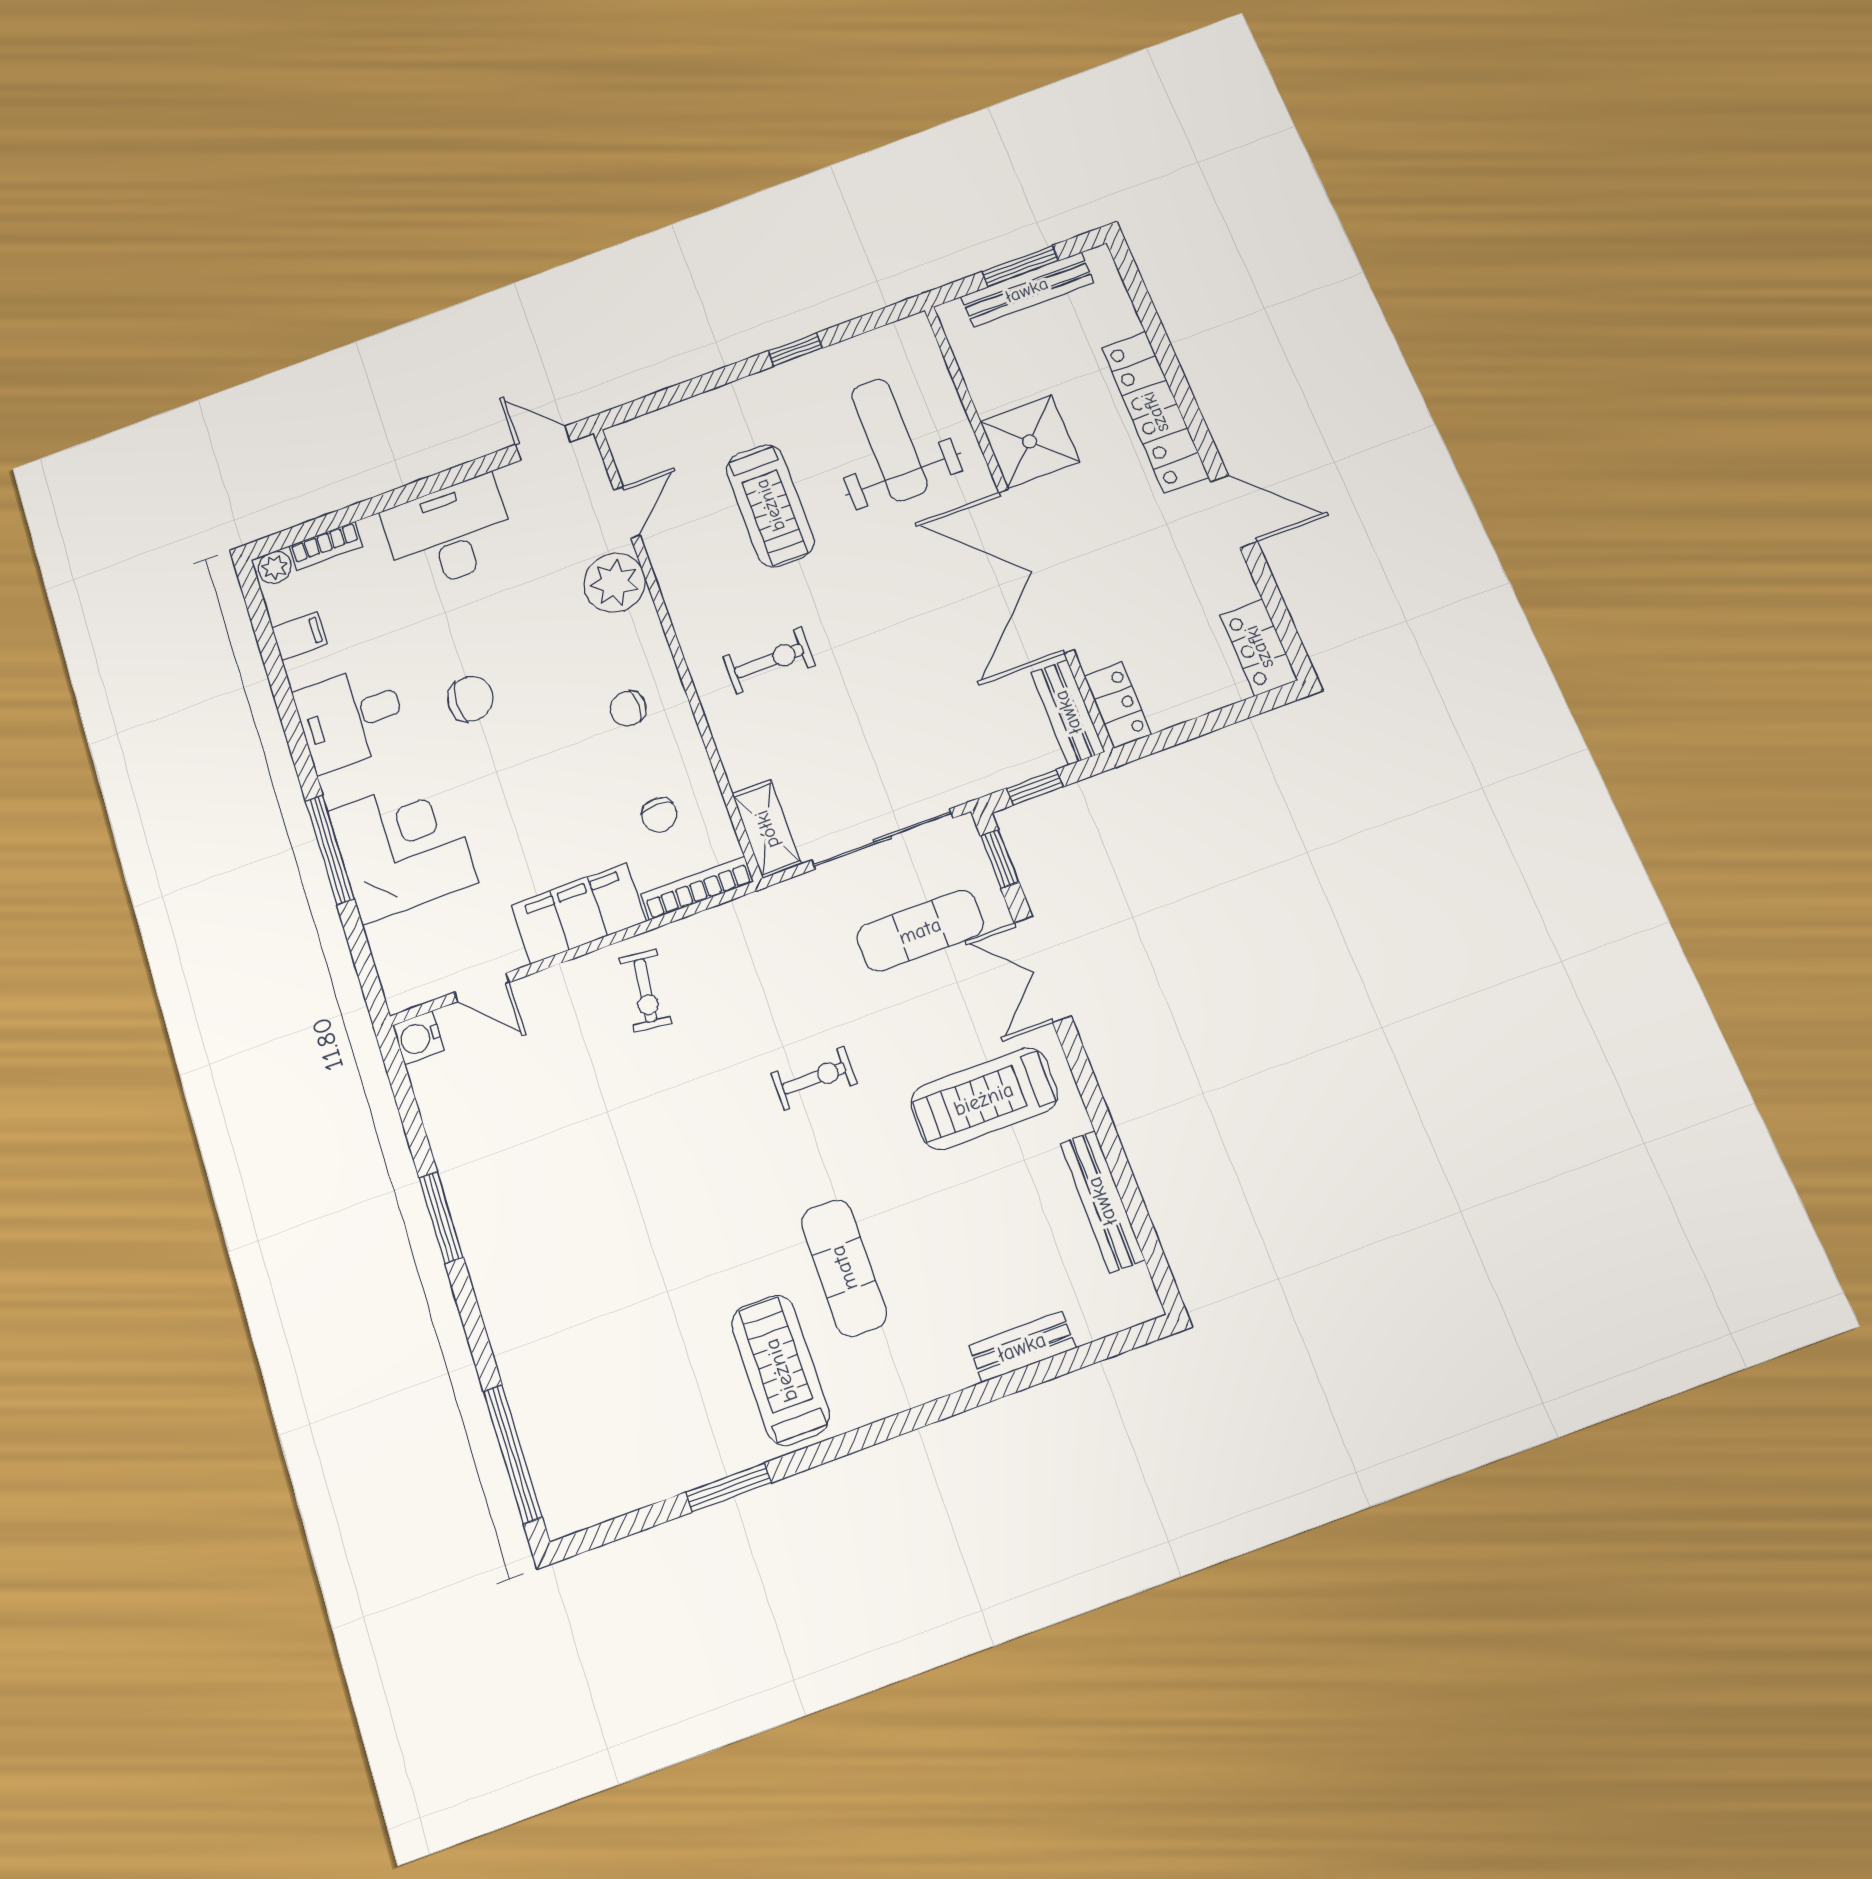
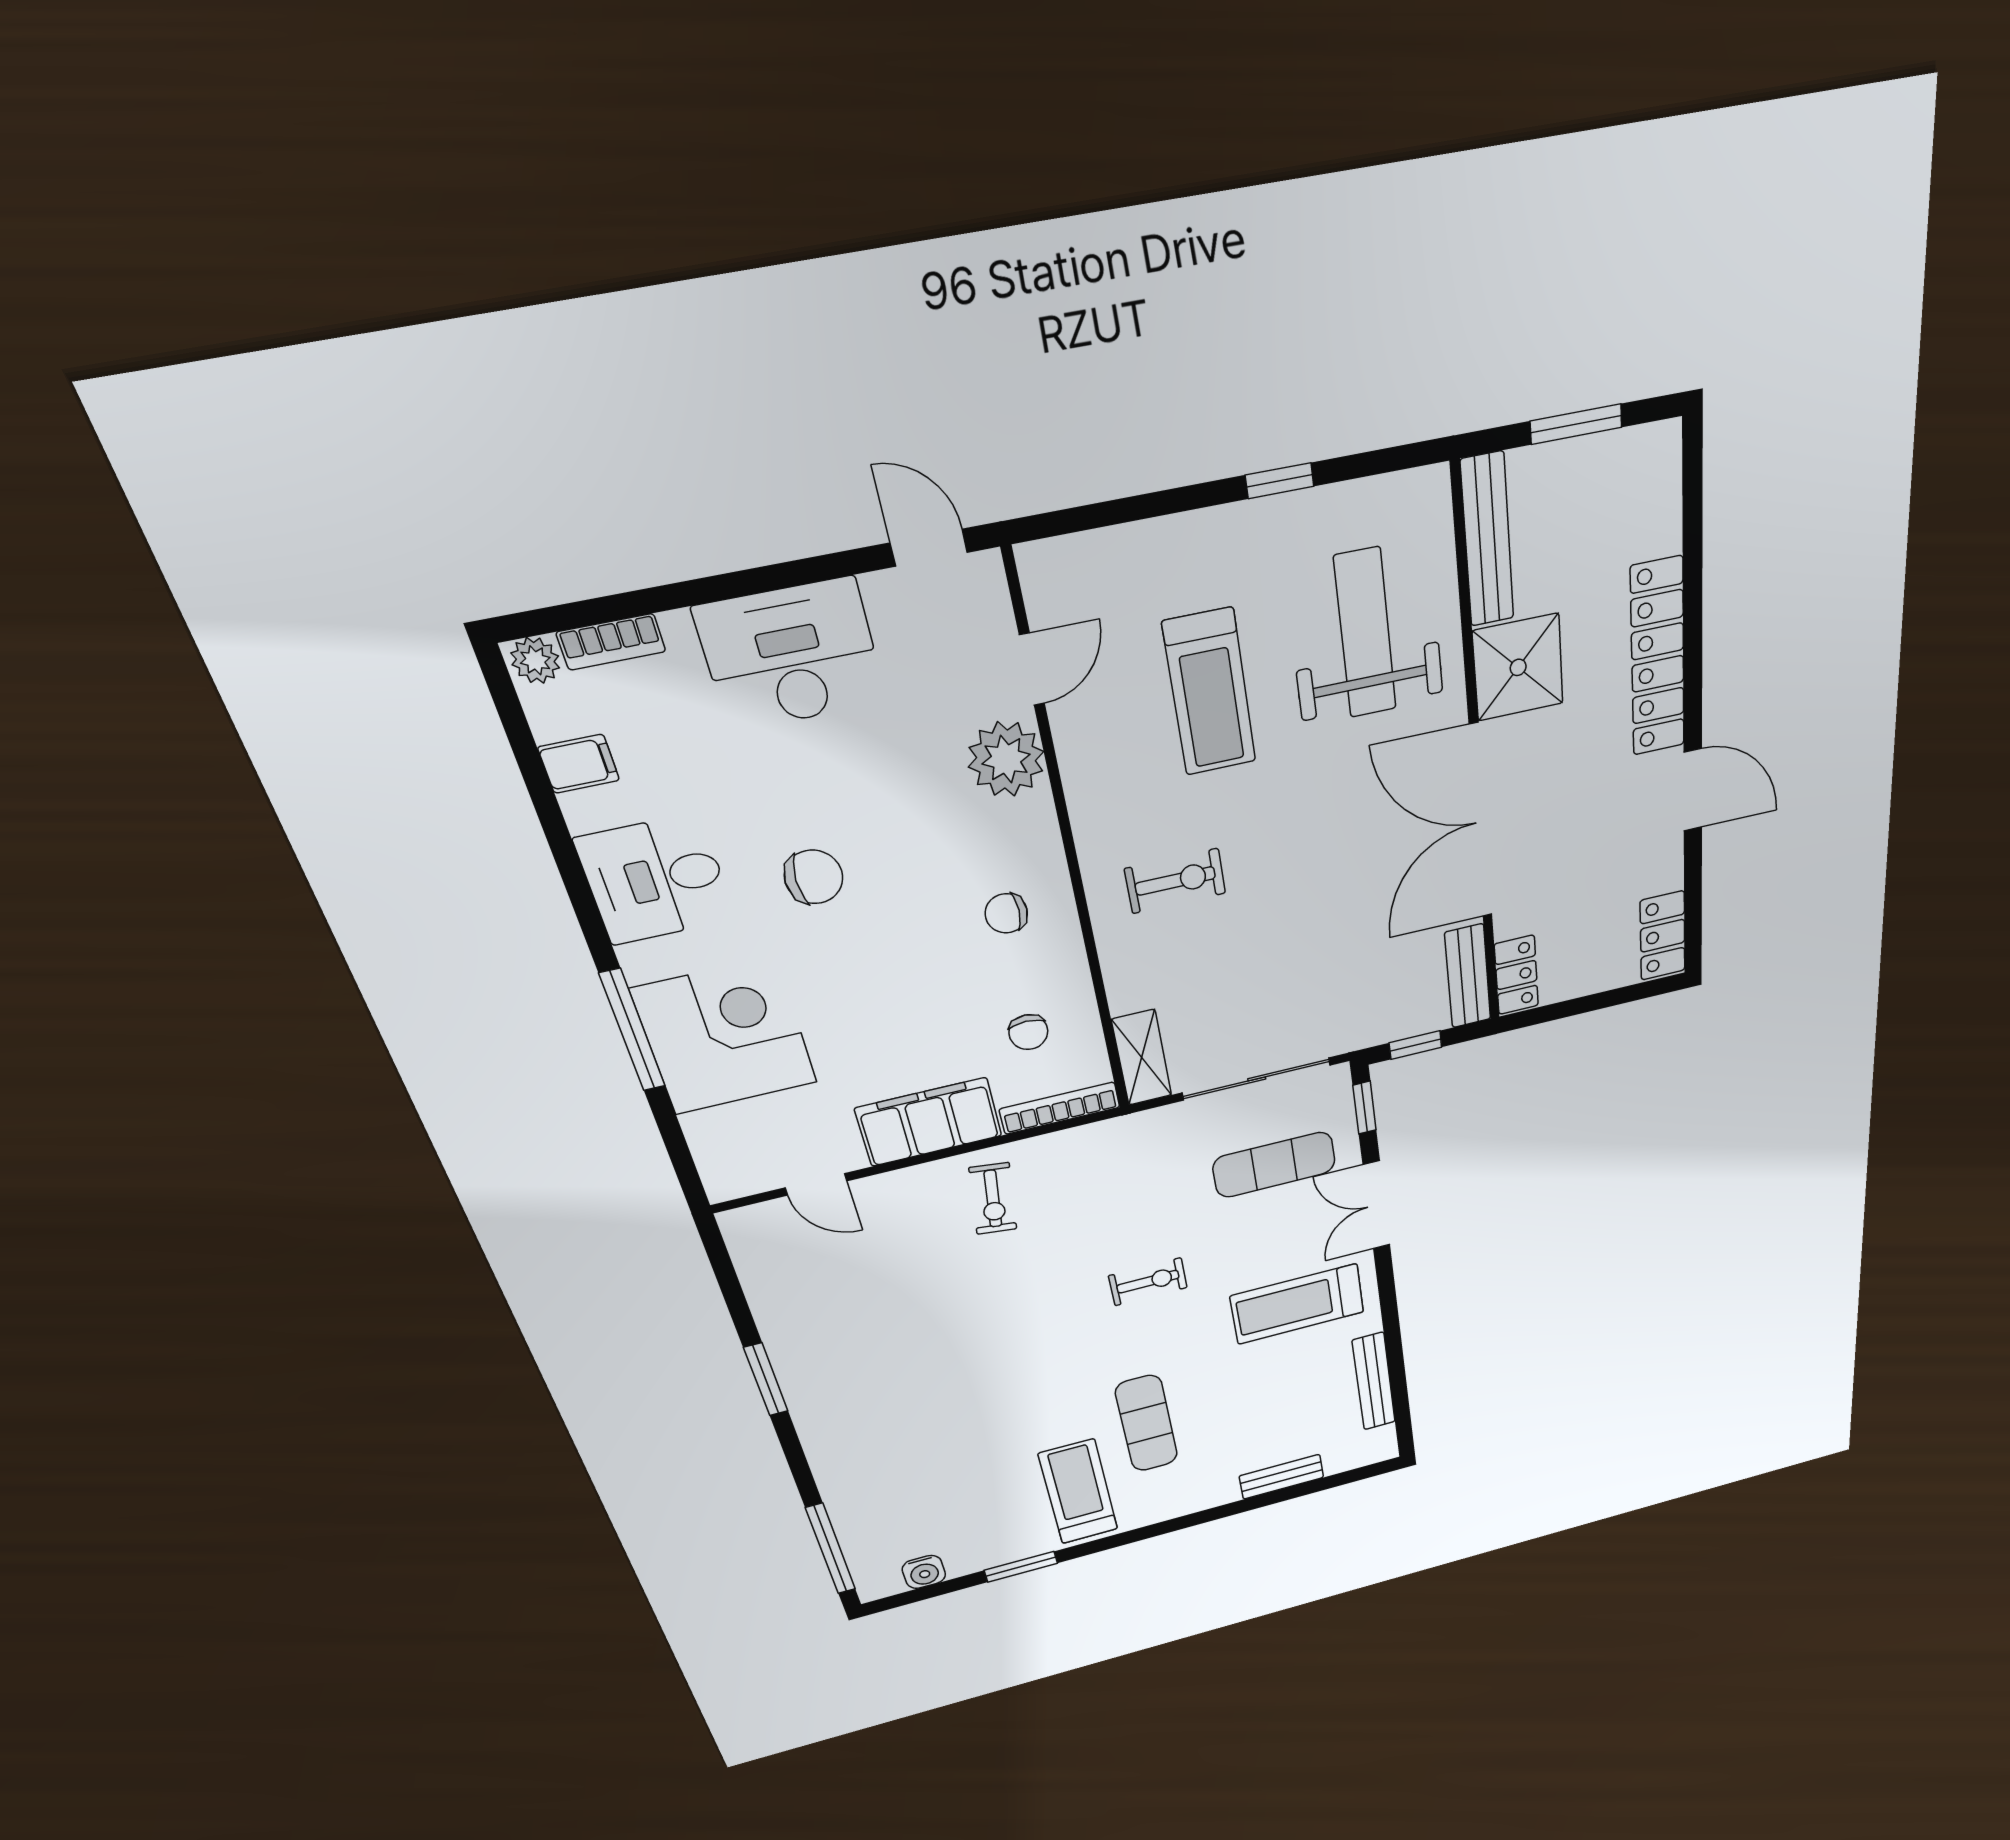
bench: (1027, 290) -> (1487, 540), moved, turned 90
water cooler: (418, 1038) -> (924, 1572), moved, turned -90

